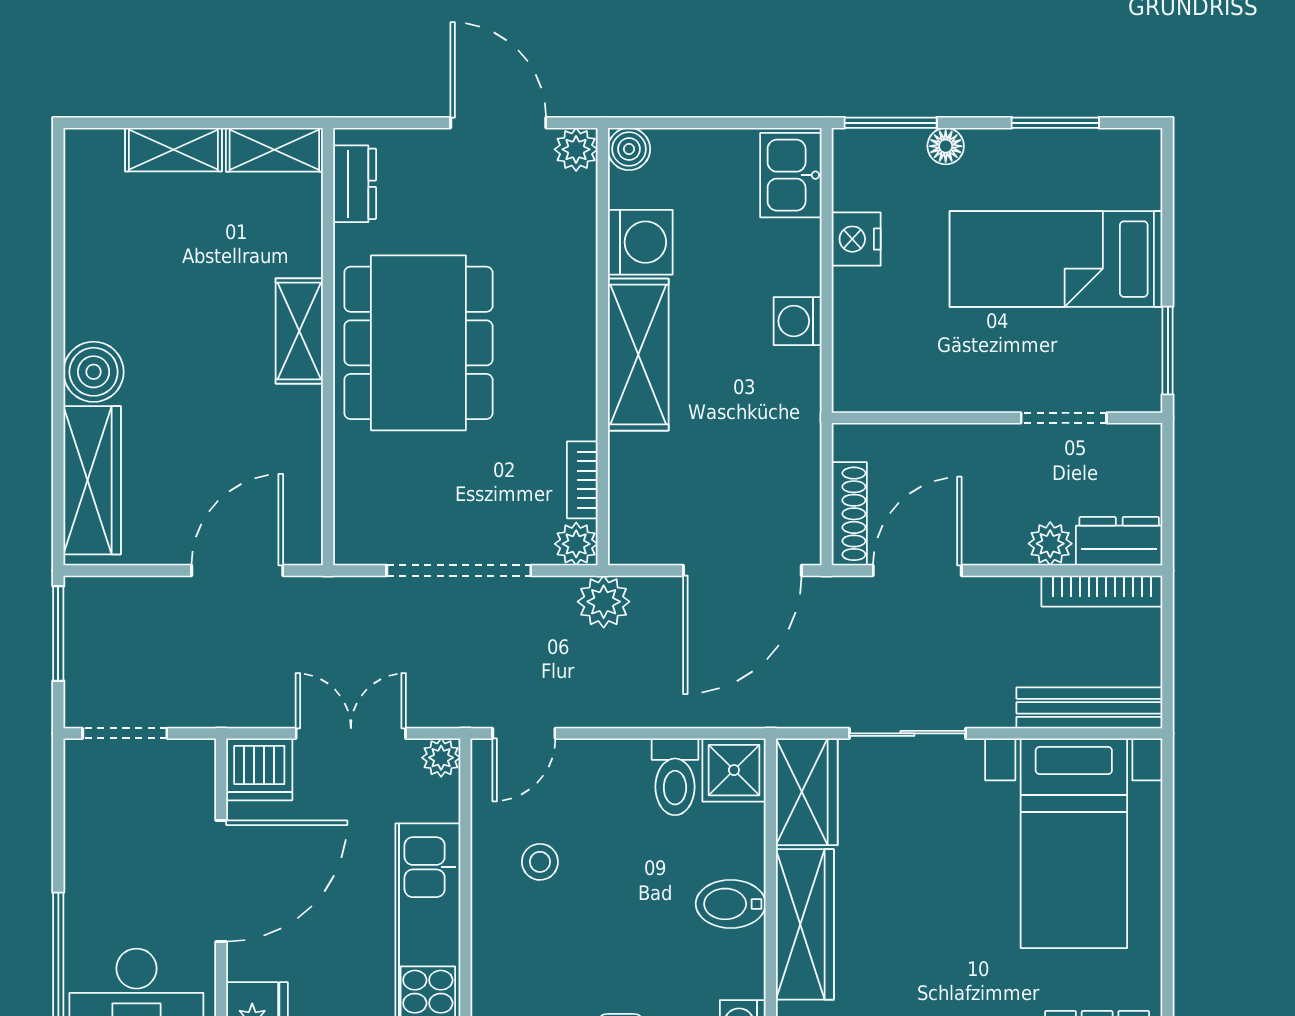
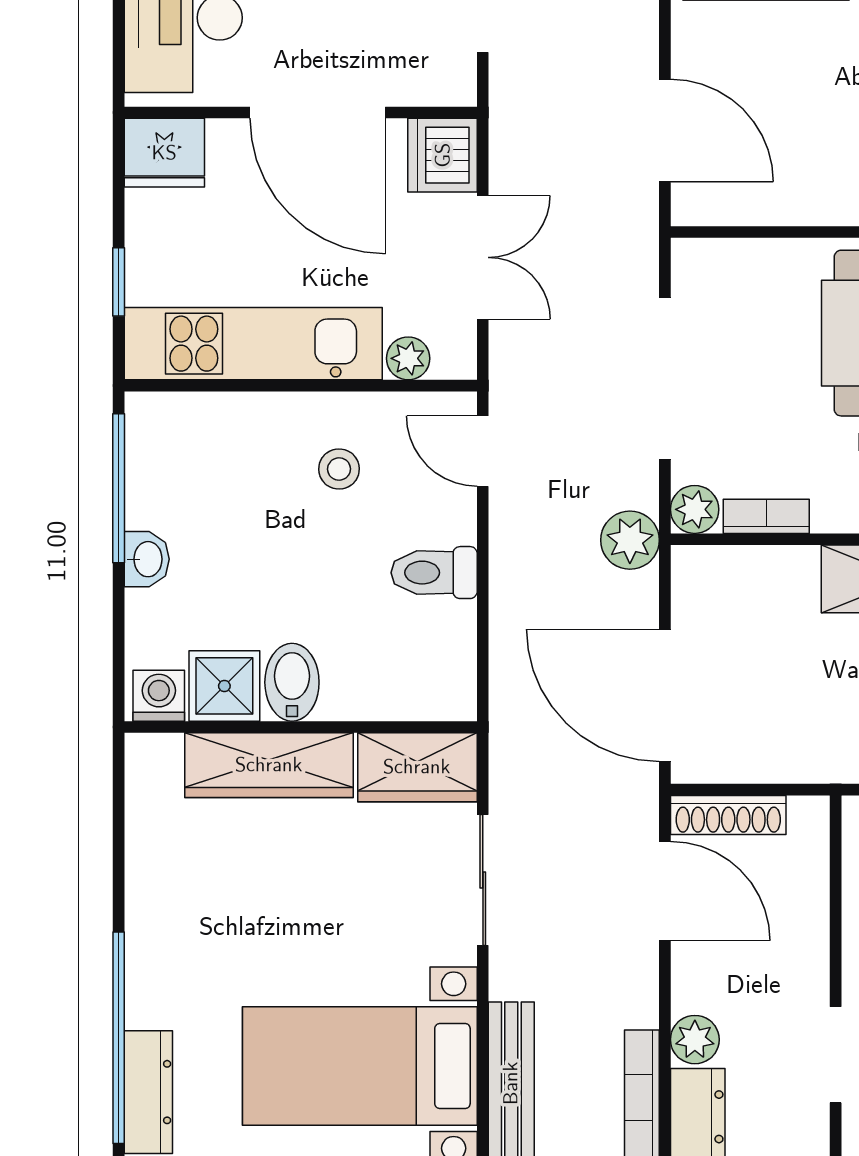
plant: (441, 758) -> (408, 358), moved
shower: (734, 770) -> (224, 686), moved
toilet: (675, 777) -> (434, 573), moved

